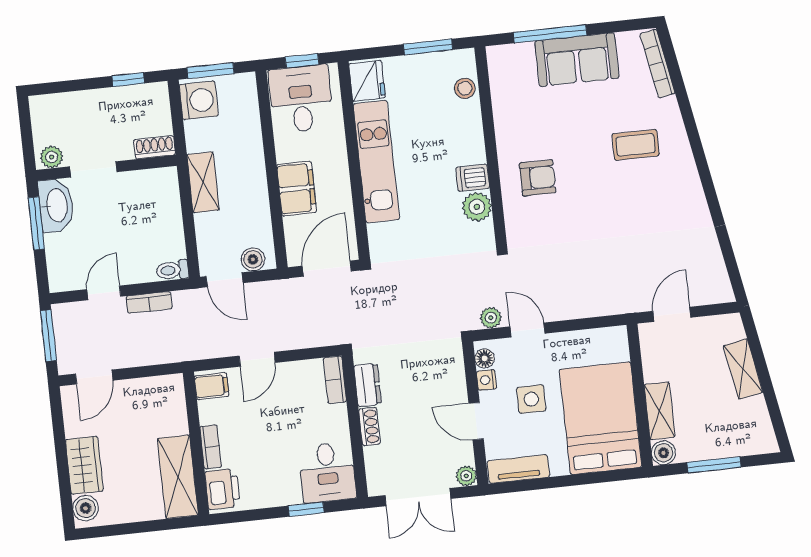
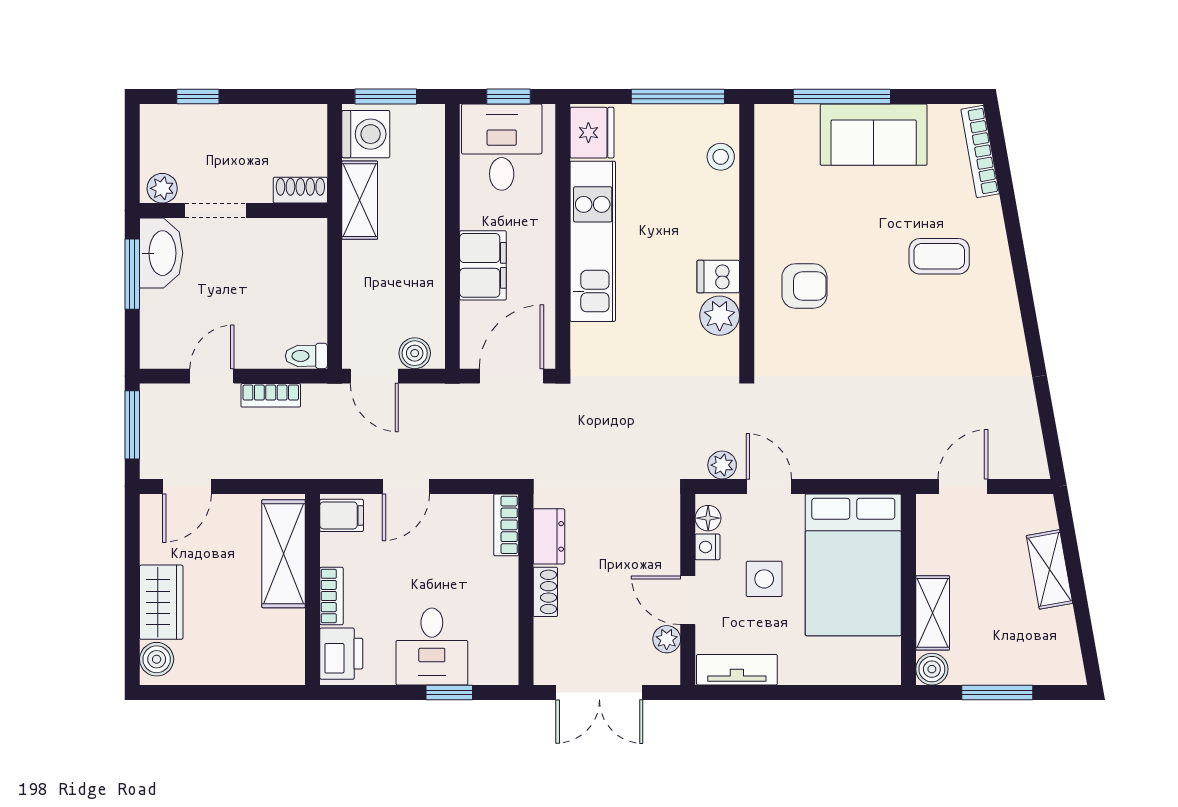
window: (428, 47) -> (678, 97), width x1.44
window: (128, 80) -> (198, 97), moved
shelving: (203, 182) -> (360, 200), moved
bed: (601, 418) -> (853, 565), moved, turned 180
desk: (327, 472) -> (432, 647), moved
plant: (466, 476) -> (667, 639), moved
shelving: (178, 477) -> (284, 554), moved

